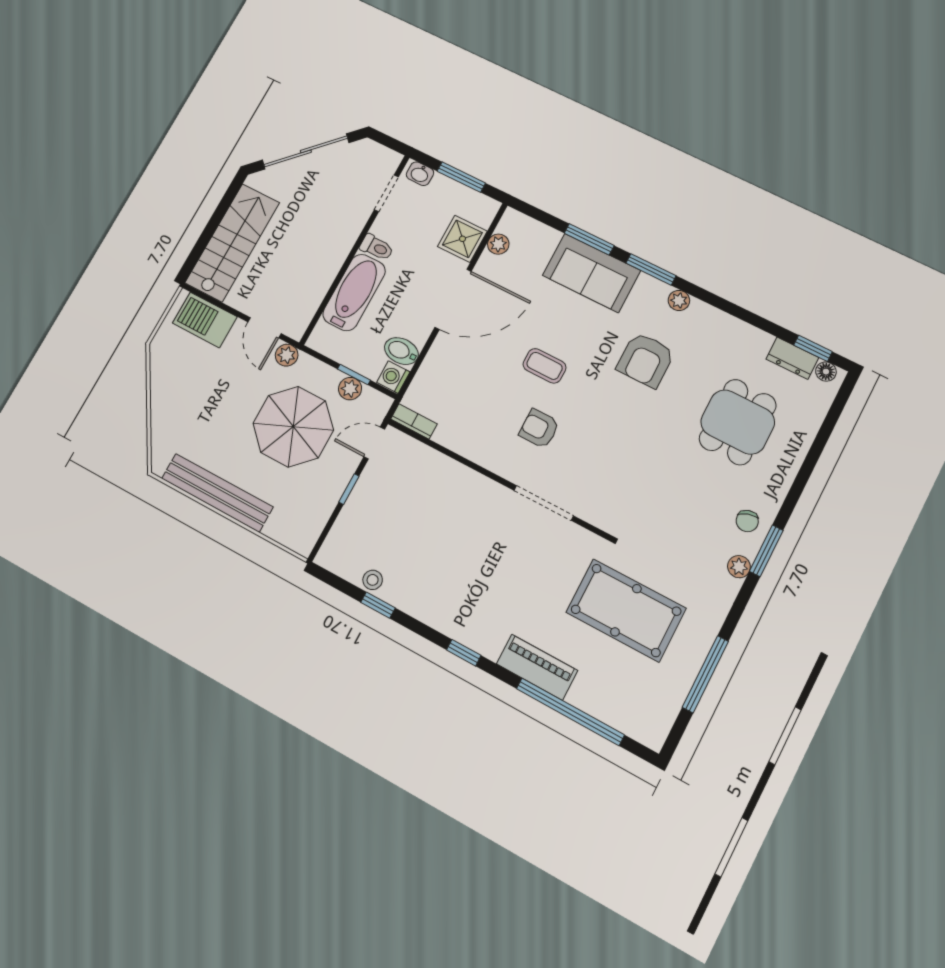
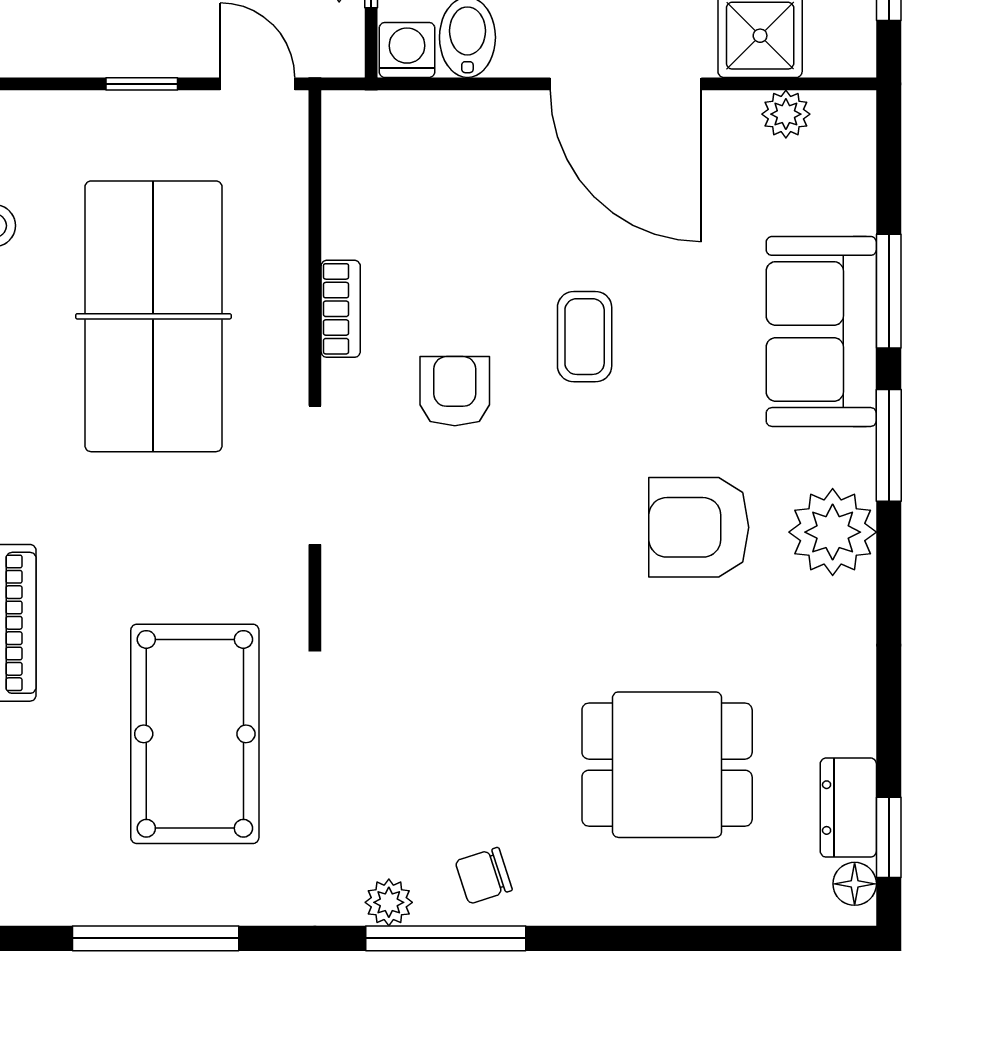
plant: (679, 300) -> (833, 532), width x1.88, depth x1.88
bookcase: (414, 421) -> (341, 309), moved
table tennis table: (444, 534) -> (153, 316), added
window: (766, 551) -> (446, 938), width x1.44

